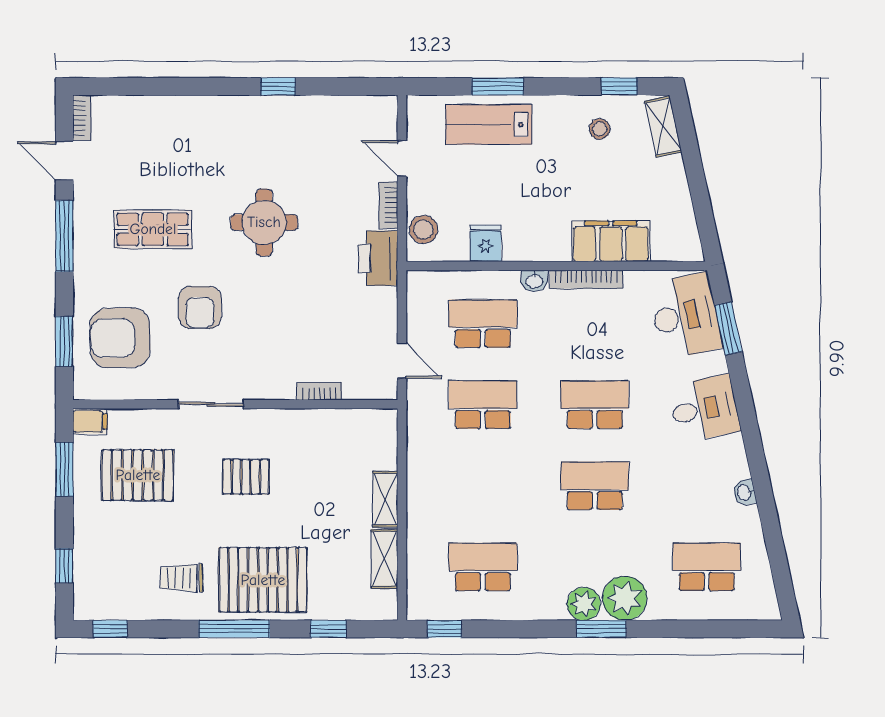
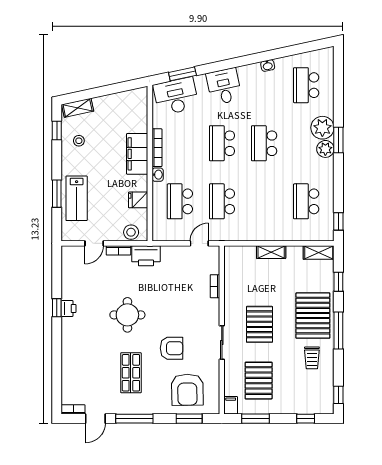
printer: (276, 109) -> (68, 308), added
filing cabinet: (611, 241) -> (137, 154), moved
pallet: (246, 477) -> (259, 324), width x1.50, depth x1.42
shelving: (384, 559) -> (319, 252), moved

